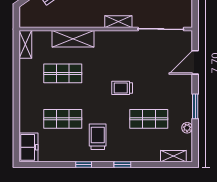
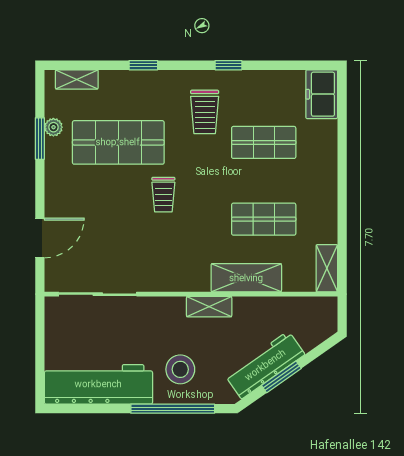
shelving: (118, 22) -> (209, 307), moved
trolley: (122, 88) -> (163, 195), turned 90
window: (195, 106) -> (40, 139), moved
shop shelf: (149, 119) -> (118, 142), width x1.43, depth x1.36
window: (122, 164) -> (143, 65), moved

